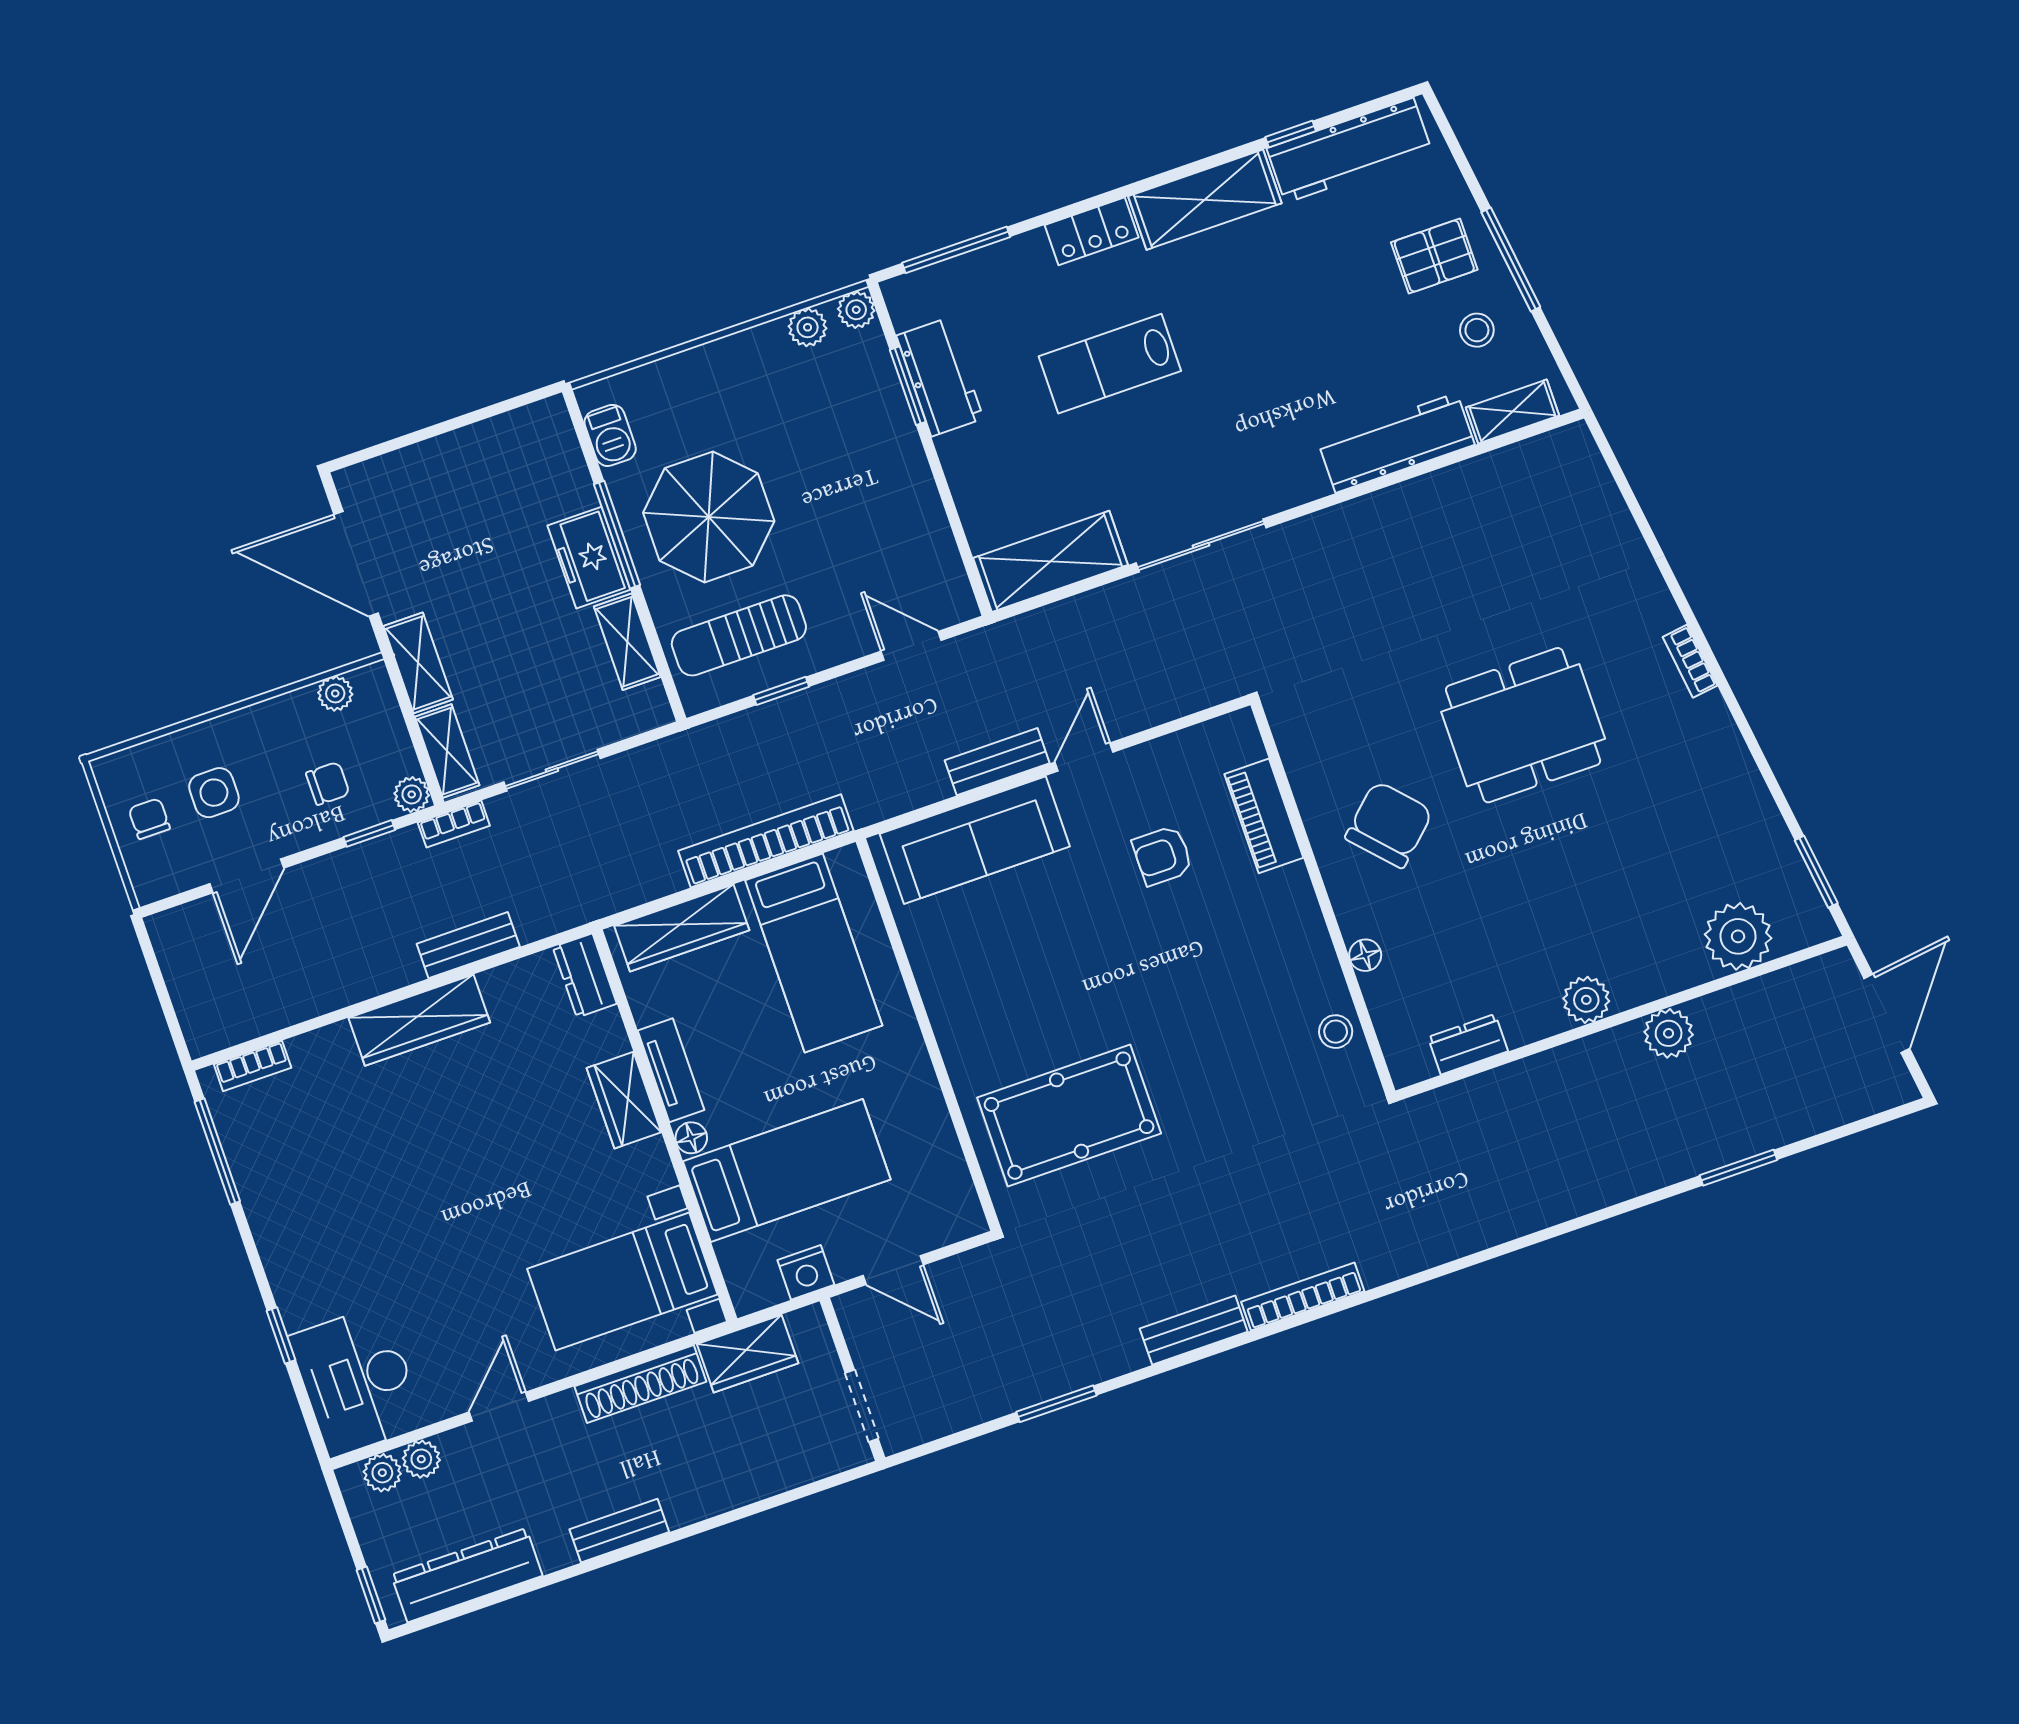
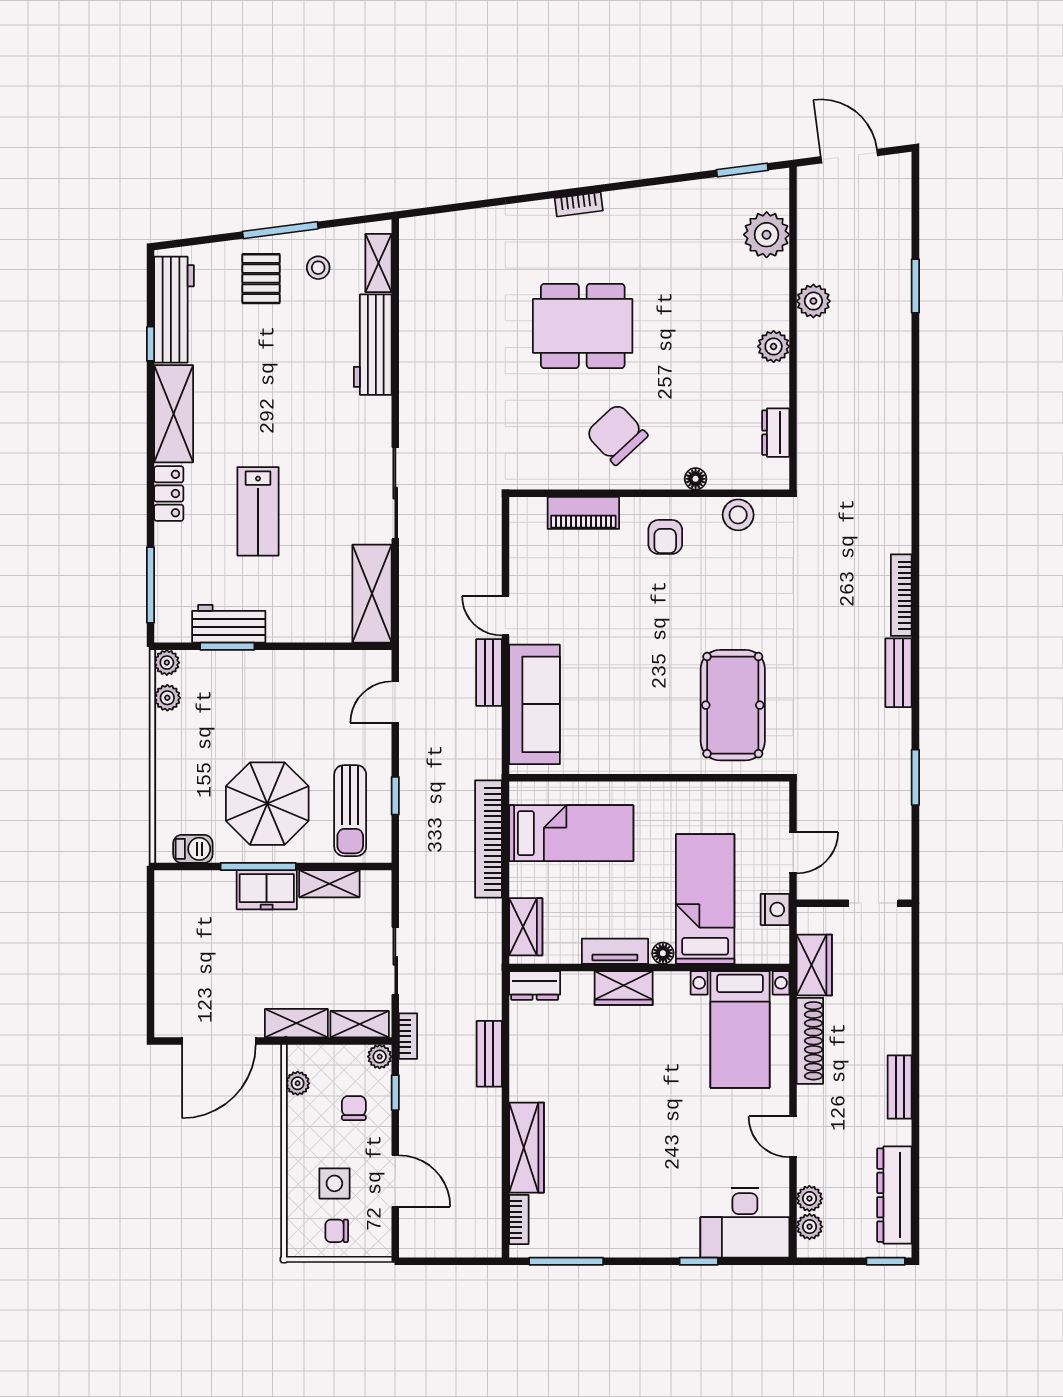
dining table: (1523, 725) -> (583, 326), turned 90
armchair: (1162, 856) -> (665, 537), moved
wardrobe: (682, 928) -> (526, 927), width x0.67
wardrobe: (419, 1020) -> (526, 1148), moved
stool: (1336, 1032) -> (738, 515), width x1.37, depth x1.37

